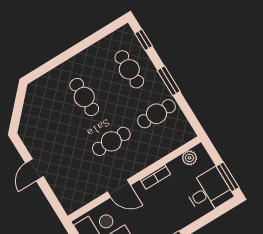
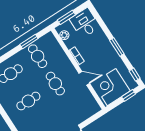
window: (169, 81) -> (29, 42), moved
window: (228, 177) -> (66, 17), moved
door: (119, 188) -> (84, 78), hinge flipped

